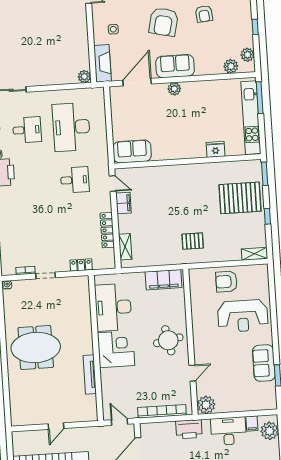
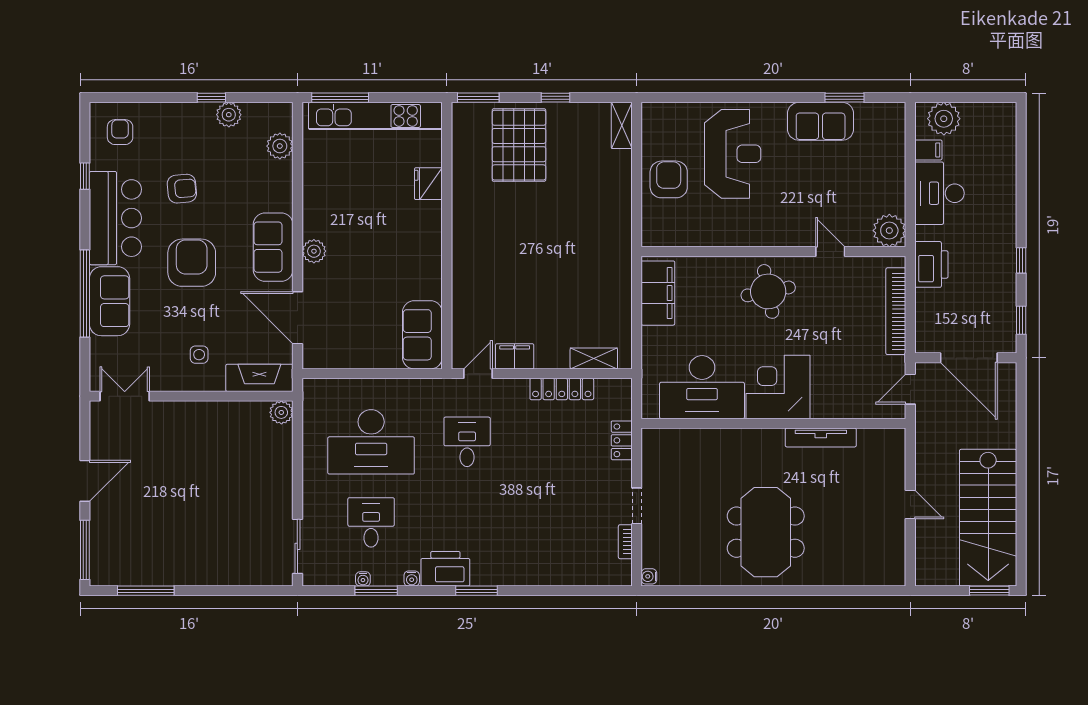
armchair: (164, 22) -> (192, 263), turned -103
plant: (248, 55) -> (229, 115), moved
pallet: (193, 241) -> (591, 236), removed
armchair: (226, 282) -> (669, 179), turned 180

